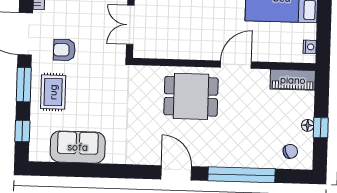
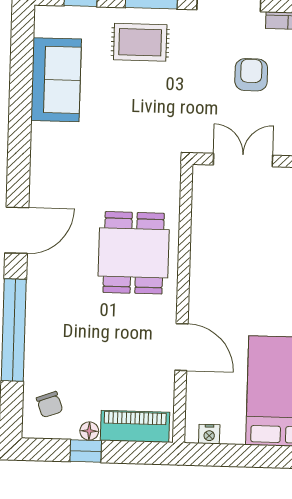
armchair: (64, 50) -> (251, 75), moved
door: (236, 65) -> (181, 347), moved
piano: (293, 80) -> (135, 426), moved, turned 90

